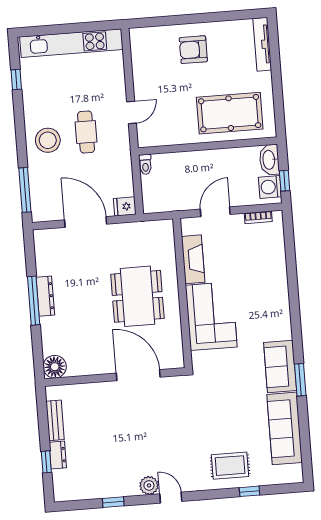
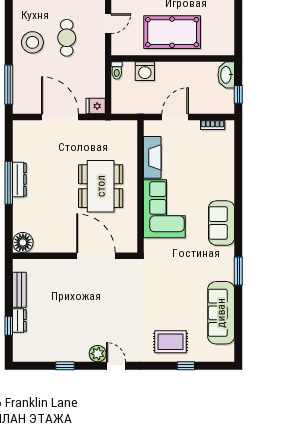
pool table: (230, 113) -> (172, 32), moved
washing machine: (270, 187) -> (145, 71), moved, turned -90
sofa: (280, 367) -> (222, 223), moved

